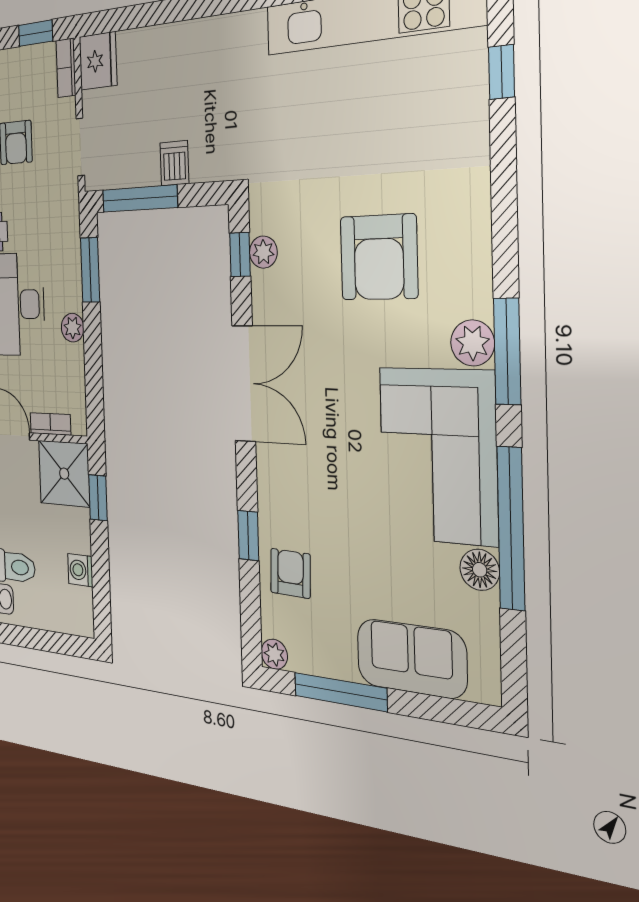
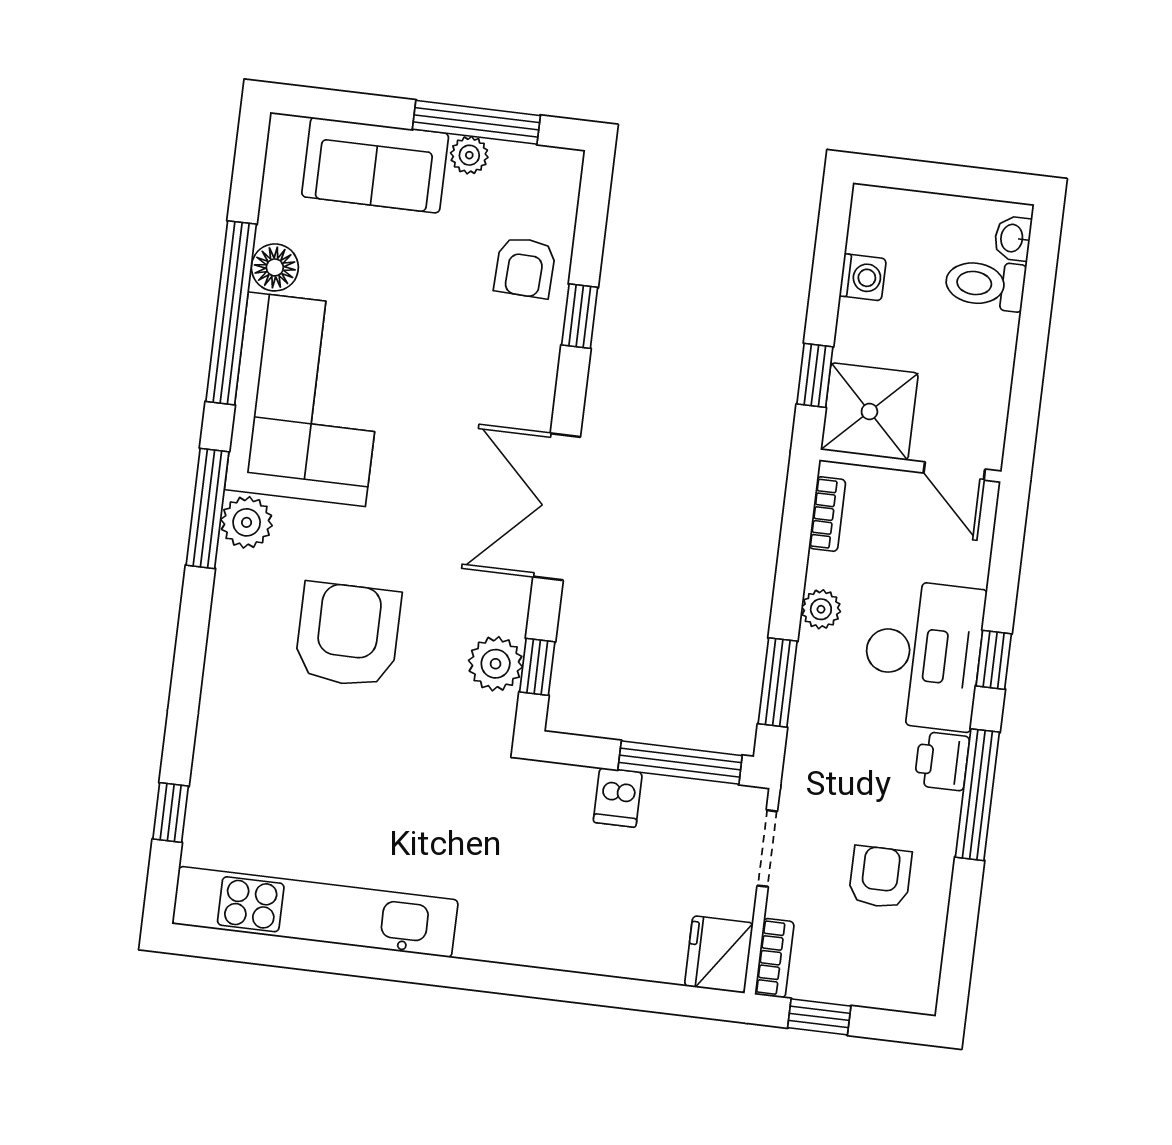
plant: (263, 252) -> (496, 664), width x1.38, depth x1.38
bookcase: (50, 424) -> (827, 514), moved, turned -90
plant: (274, 654) -> (469, 155), moved

